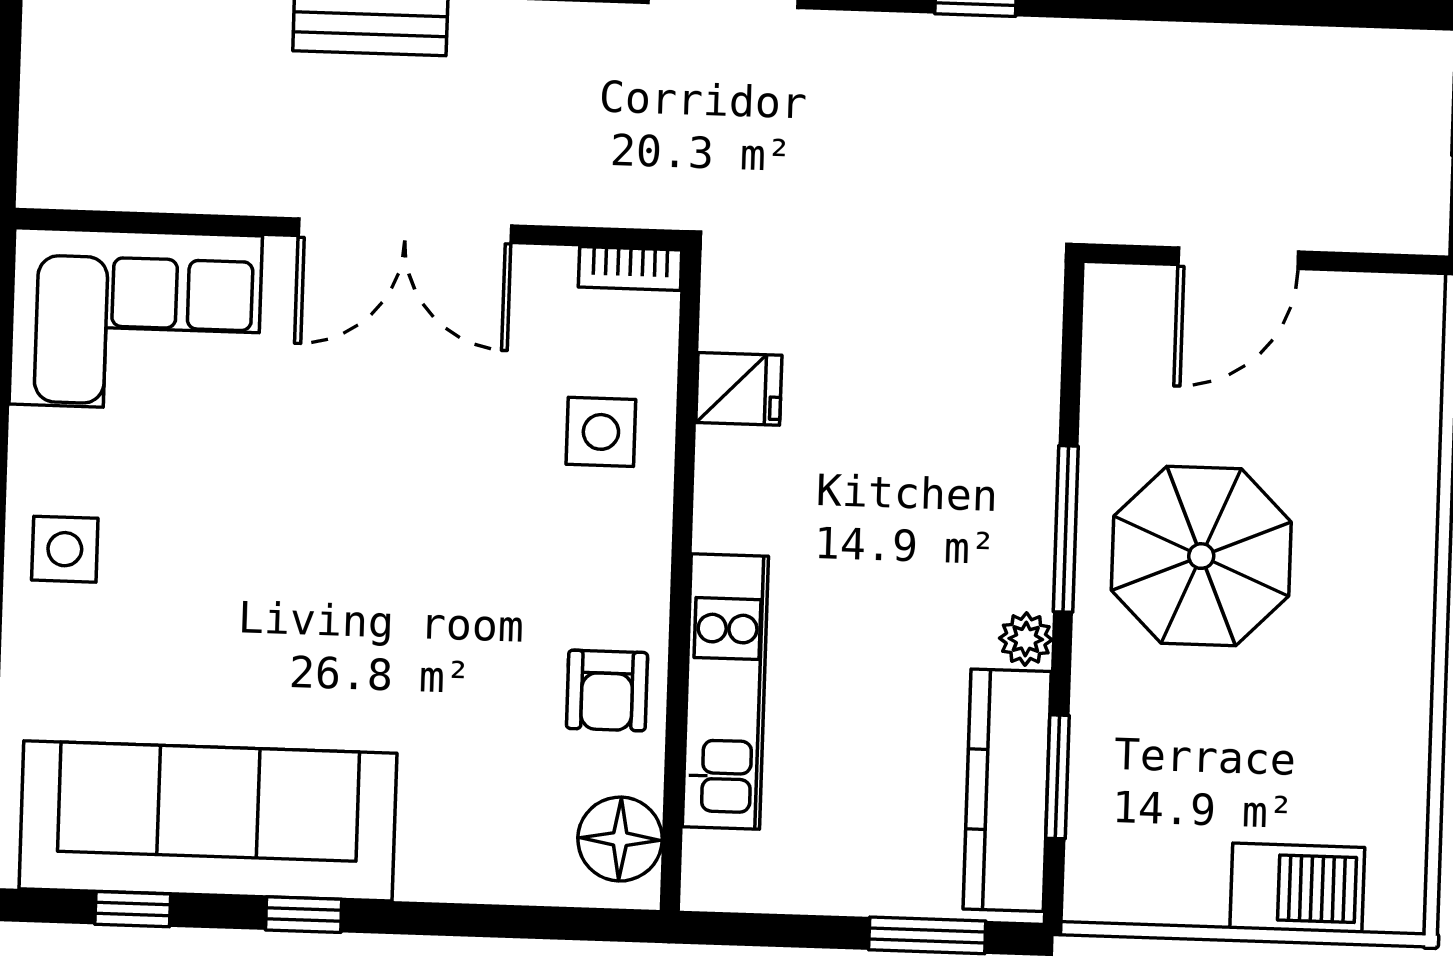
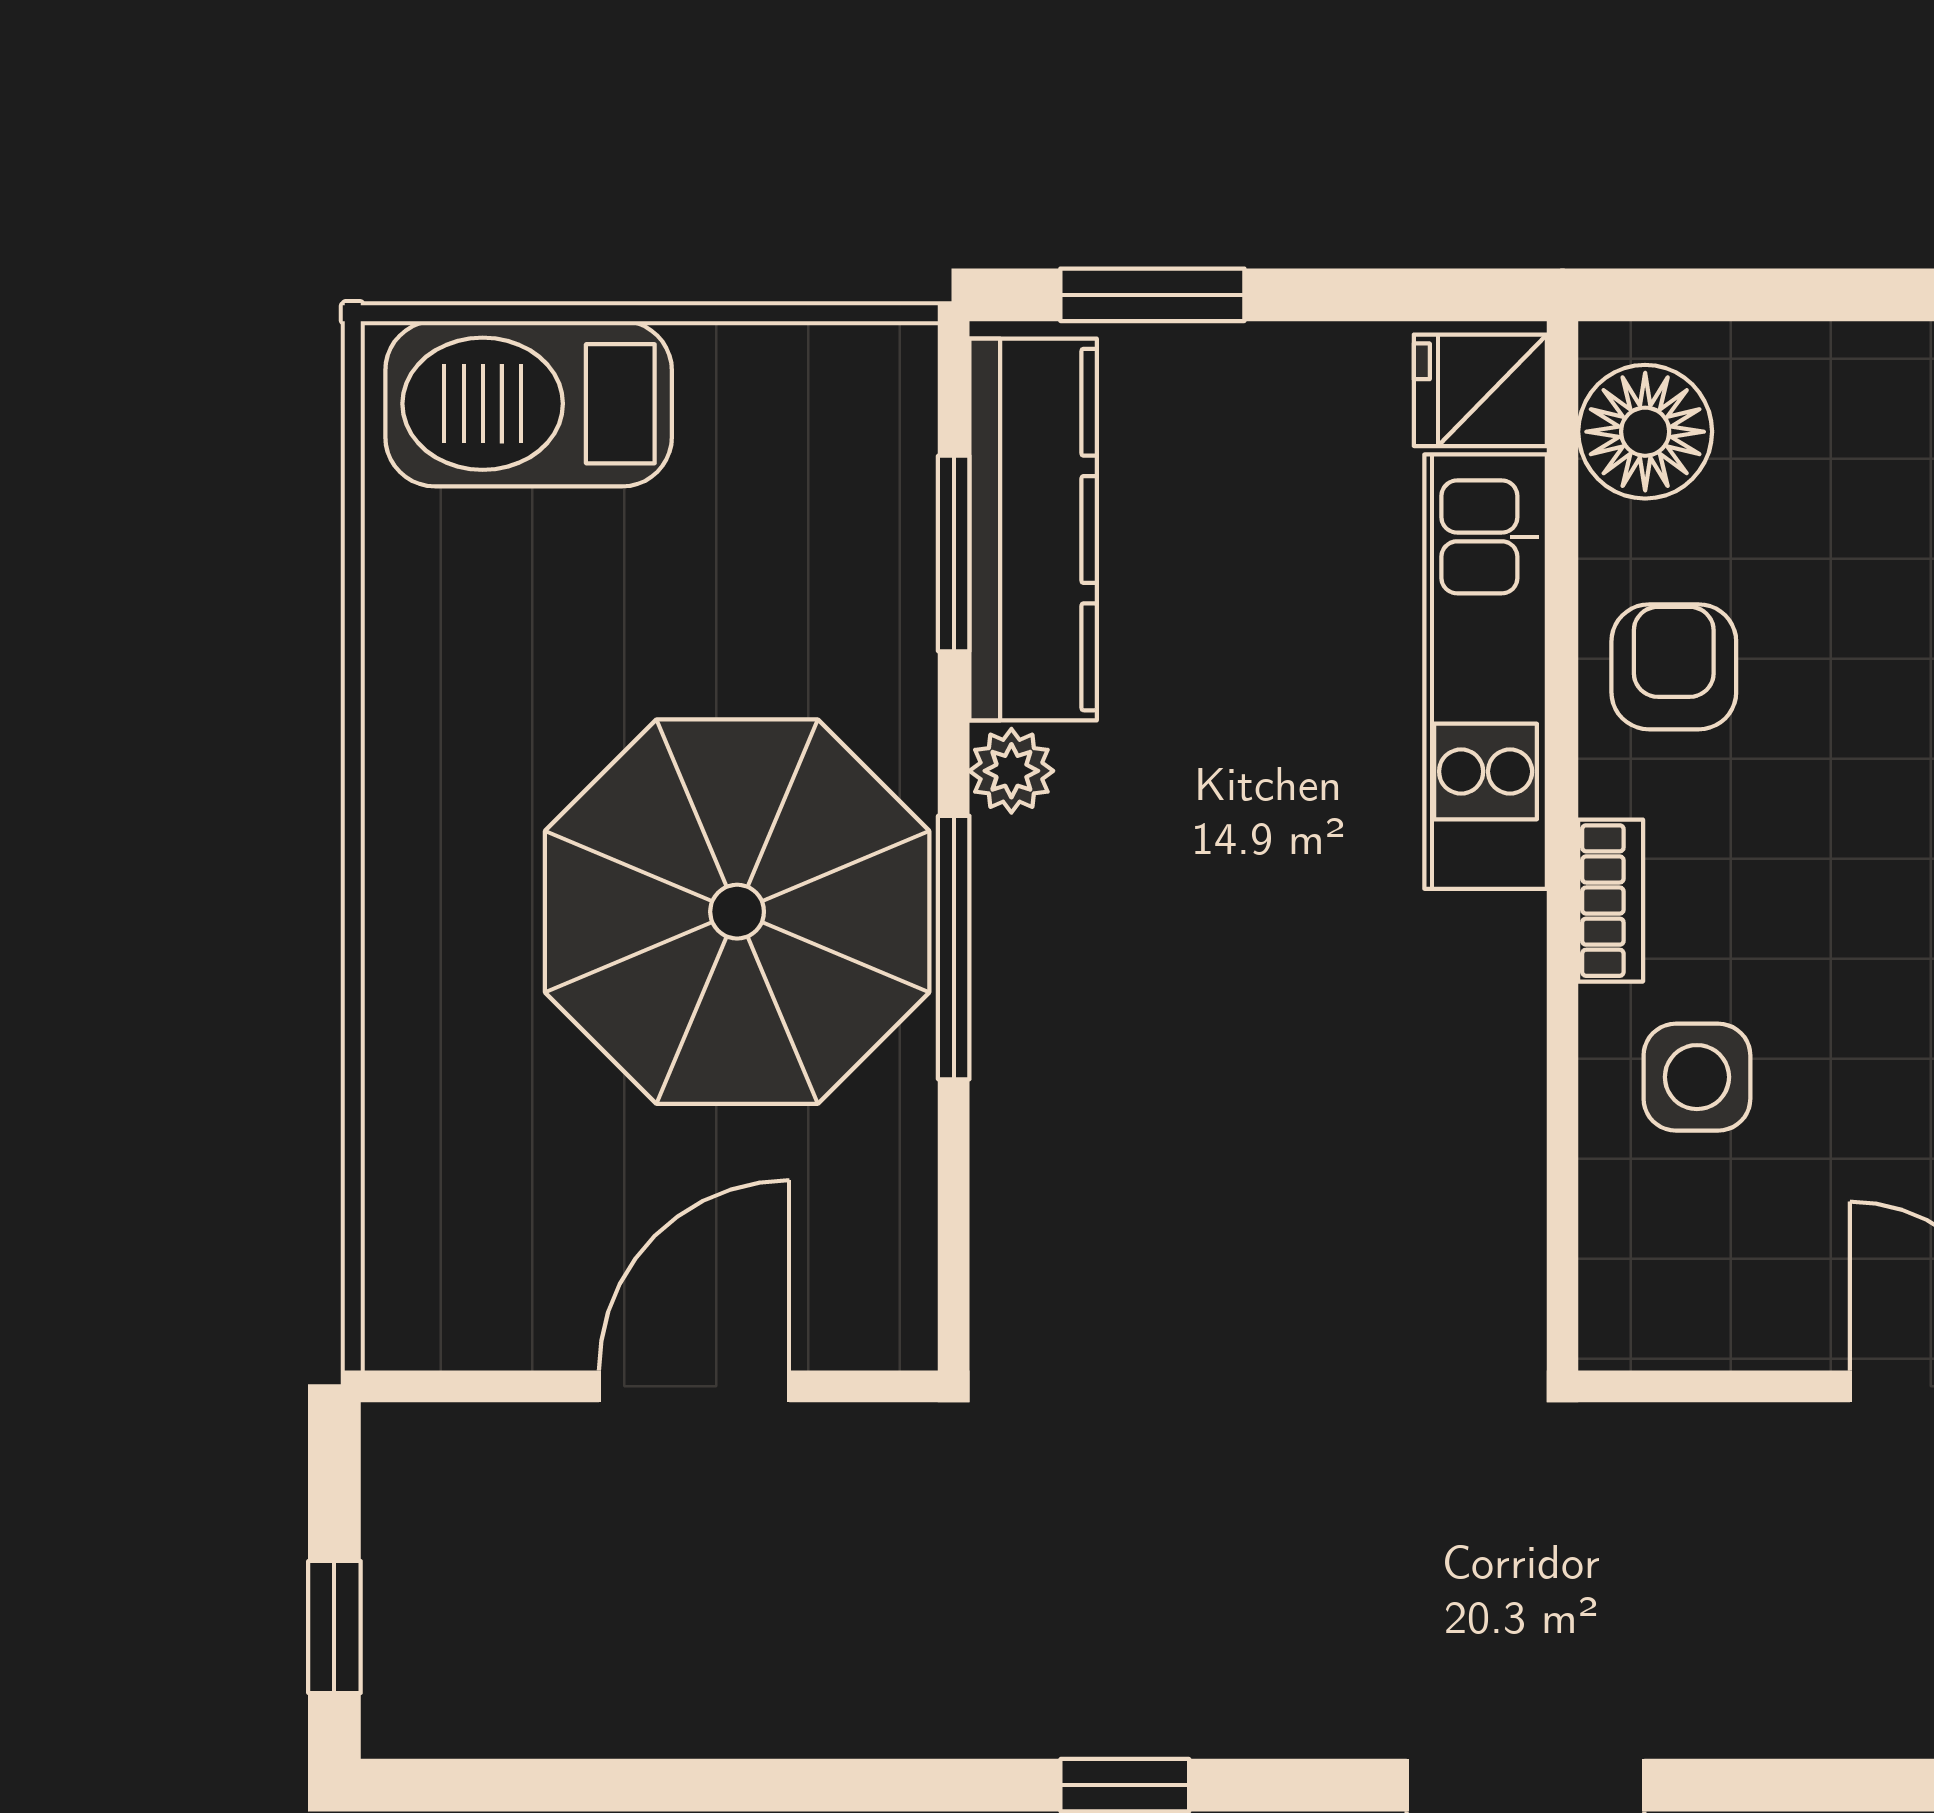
bookcase: (630, 268) -> (1611, 901), moved, turned 90
fridge: (739, 389) -> (1480, 390), moved
parasol: (1201, 556) -> (737, 912), width x1.36, depth x1.36
barbecue: (1297, 888) -> (529, 404), width x1.37, depth x1.21

